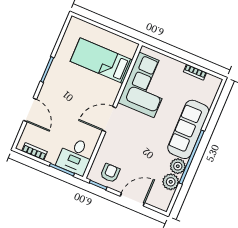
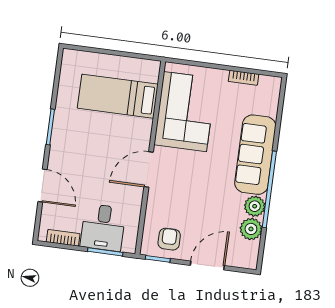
desk: (76, 156) -> (103, 227), moved

